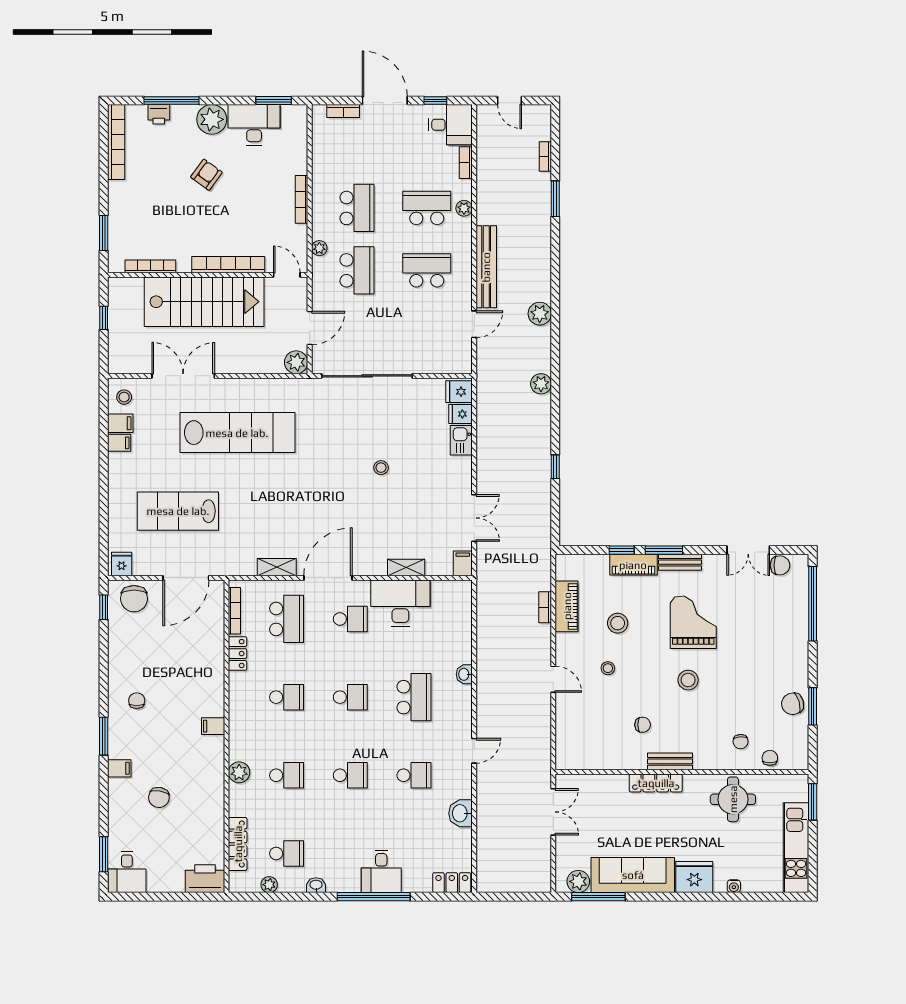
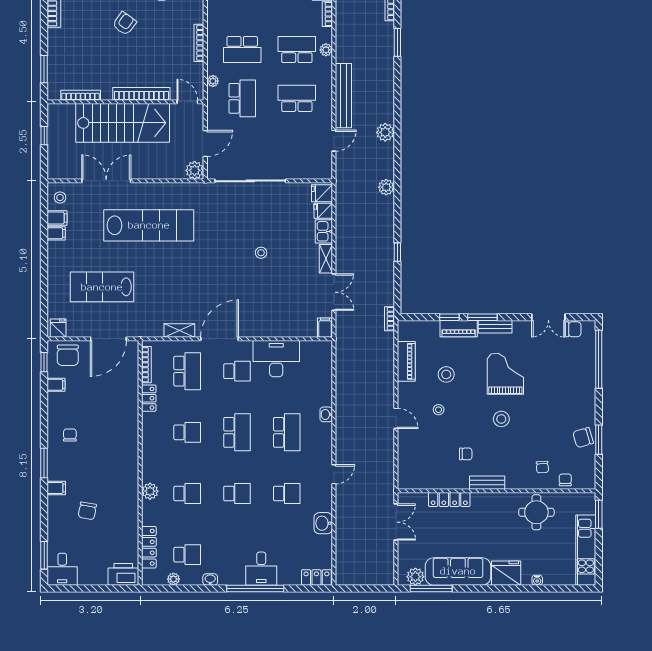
school desk: (357, 208) -> (242, 50), turned 90
shelving: (406, 567) -> (326, 259), moved, turned 90
bookcase: (545, 607) -> (389, 319), moved
school desk: (350, 697) -> (237, 432), width x1.85
filing cabinet: (213, 726) -> (56, 385), moved, turned 180
locker: (656, 783) -> (449, 499), moved

